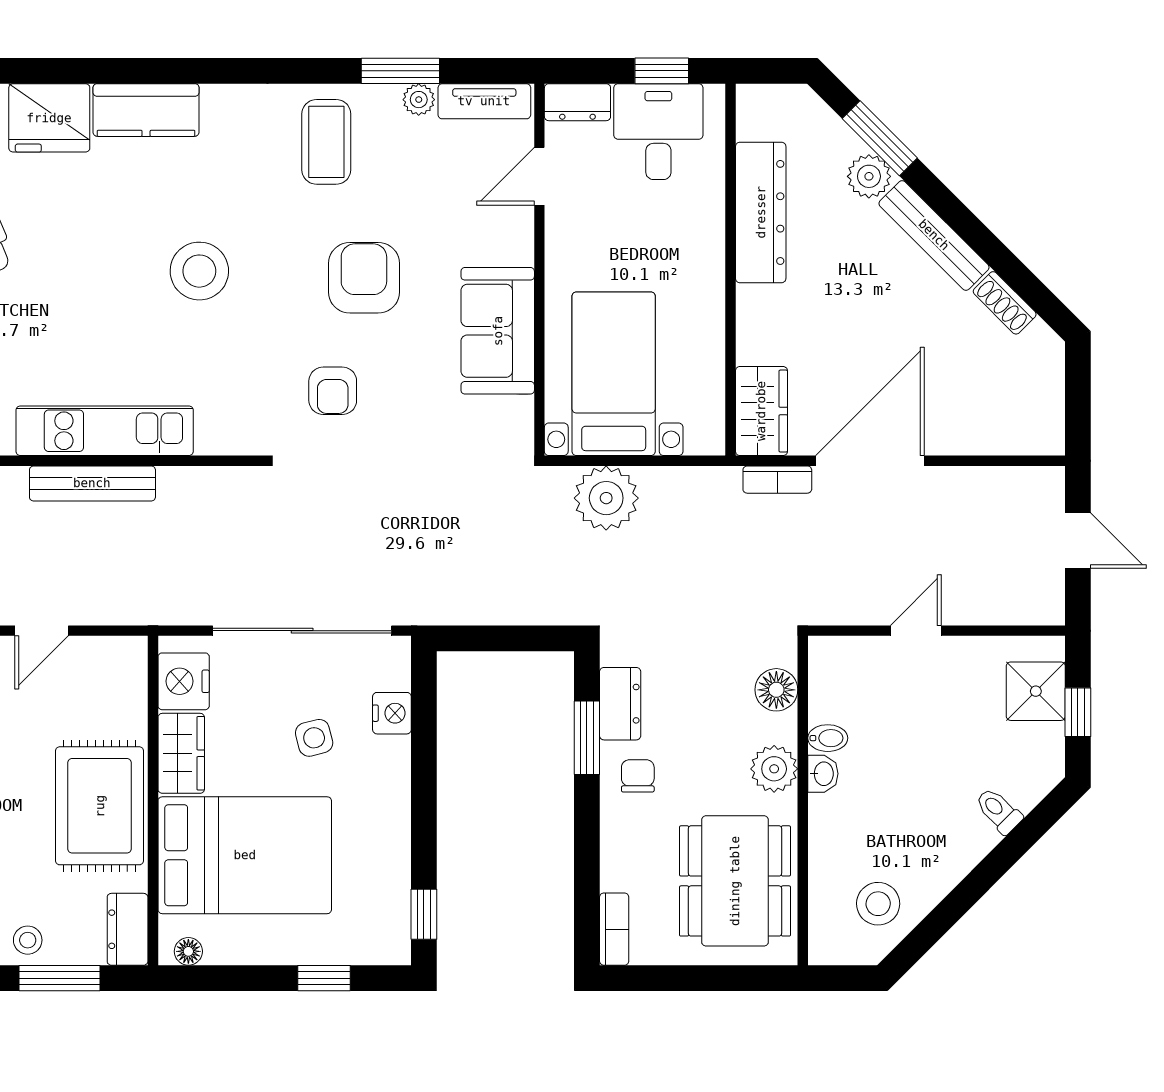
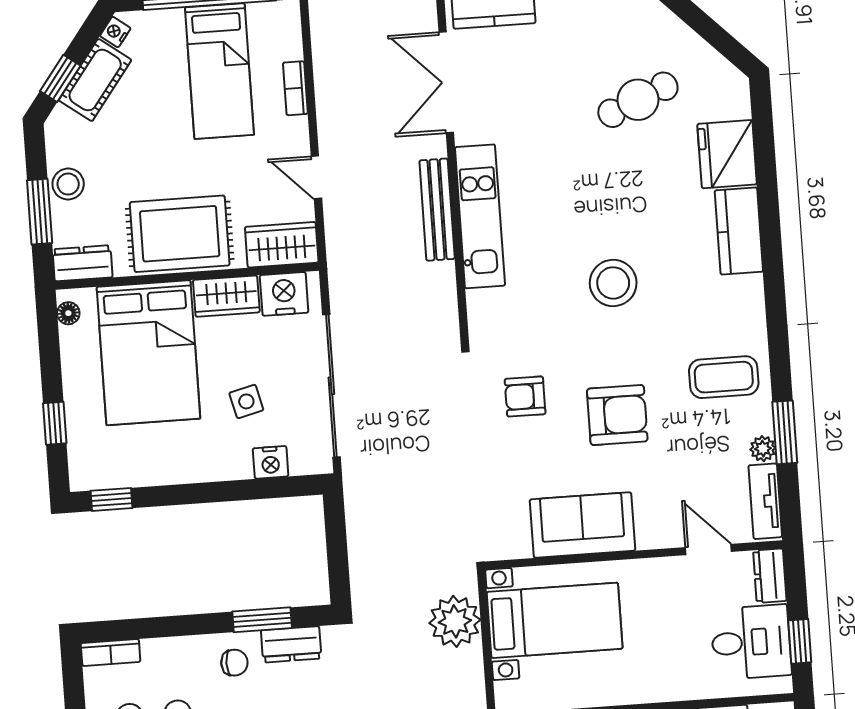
wardrobe: (122, 680) -> (282, 245), added
stool: (28, 940) -> (68, 184), width x1.37, depth x1.37

